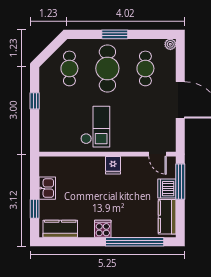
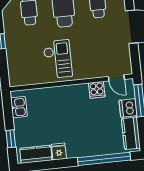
fridge: (113, 165) -> (59, 152), moved, turned 180
kitchen sink: (47, 188) -> (19, 107), moved
cooker: (103, 229) -> (97, 90), moved, turned 180

